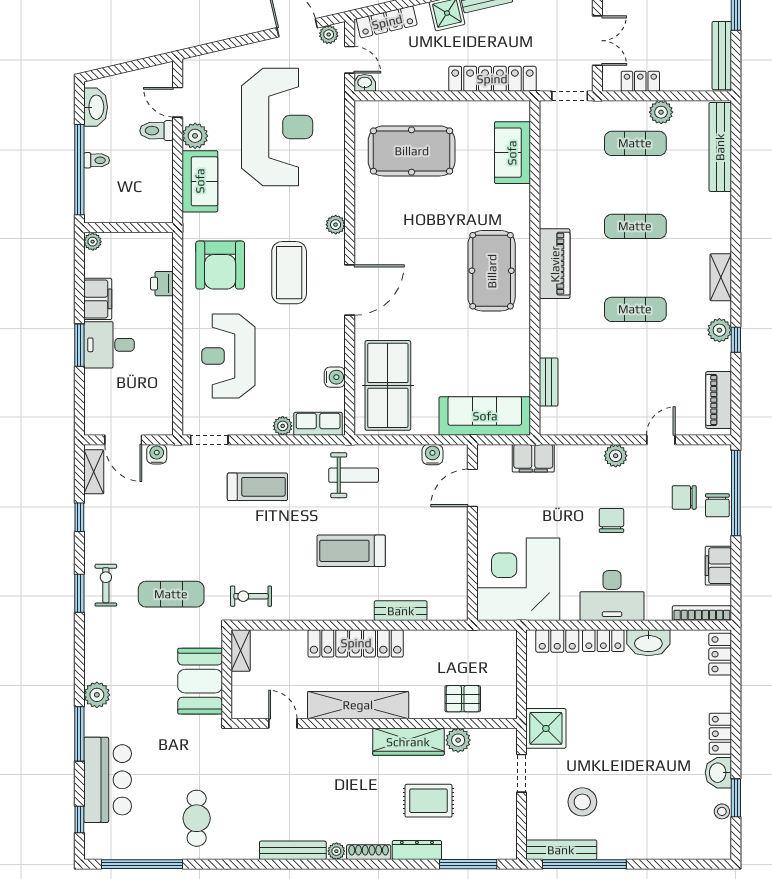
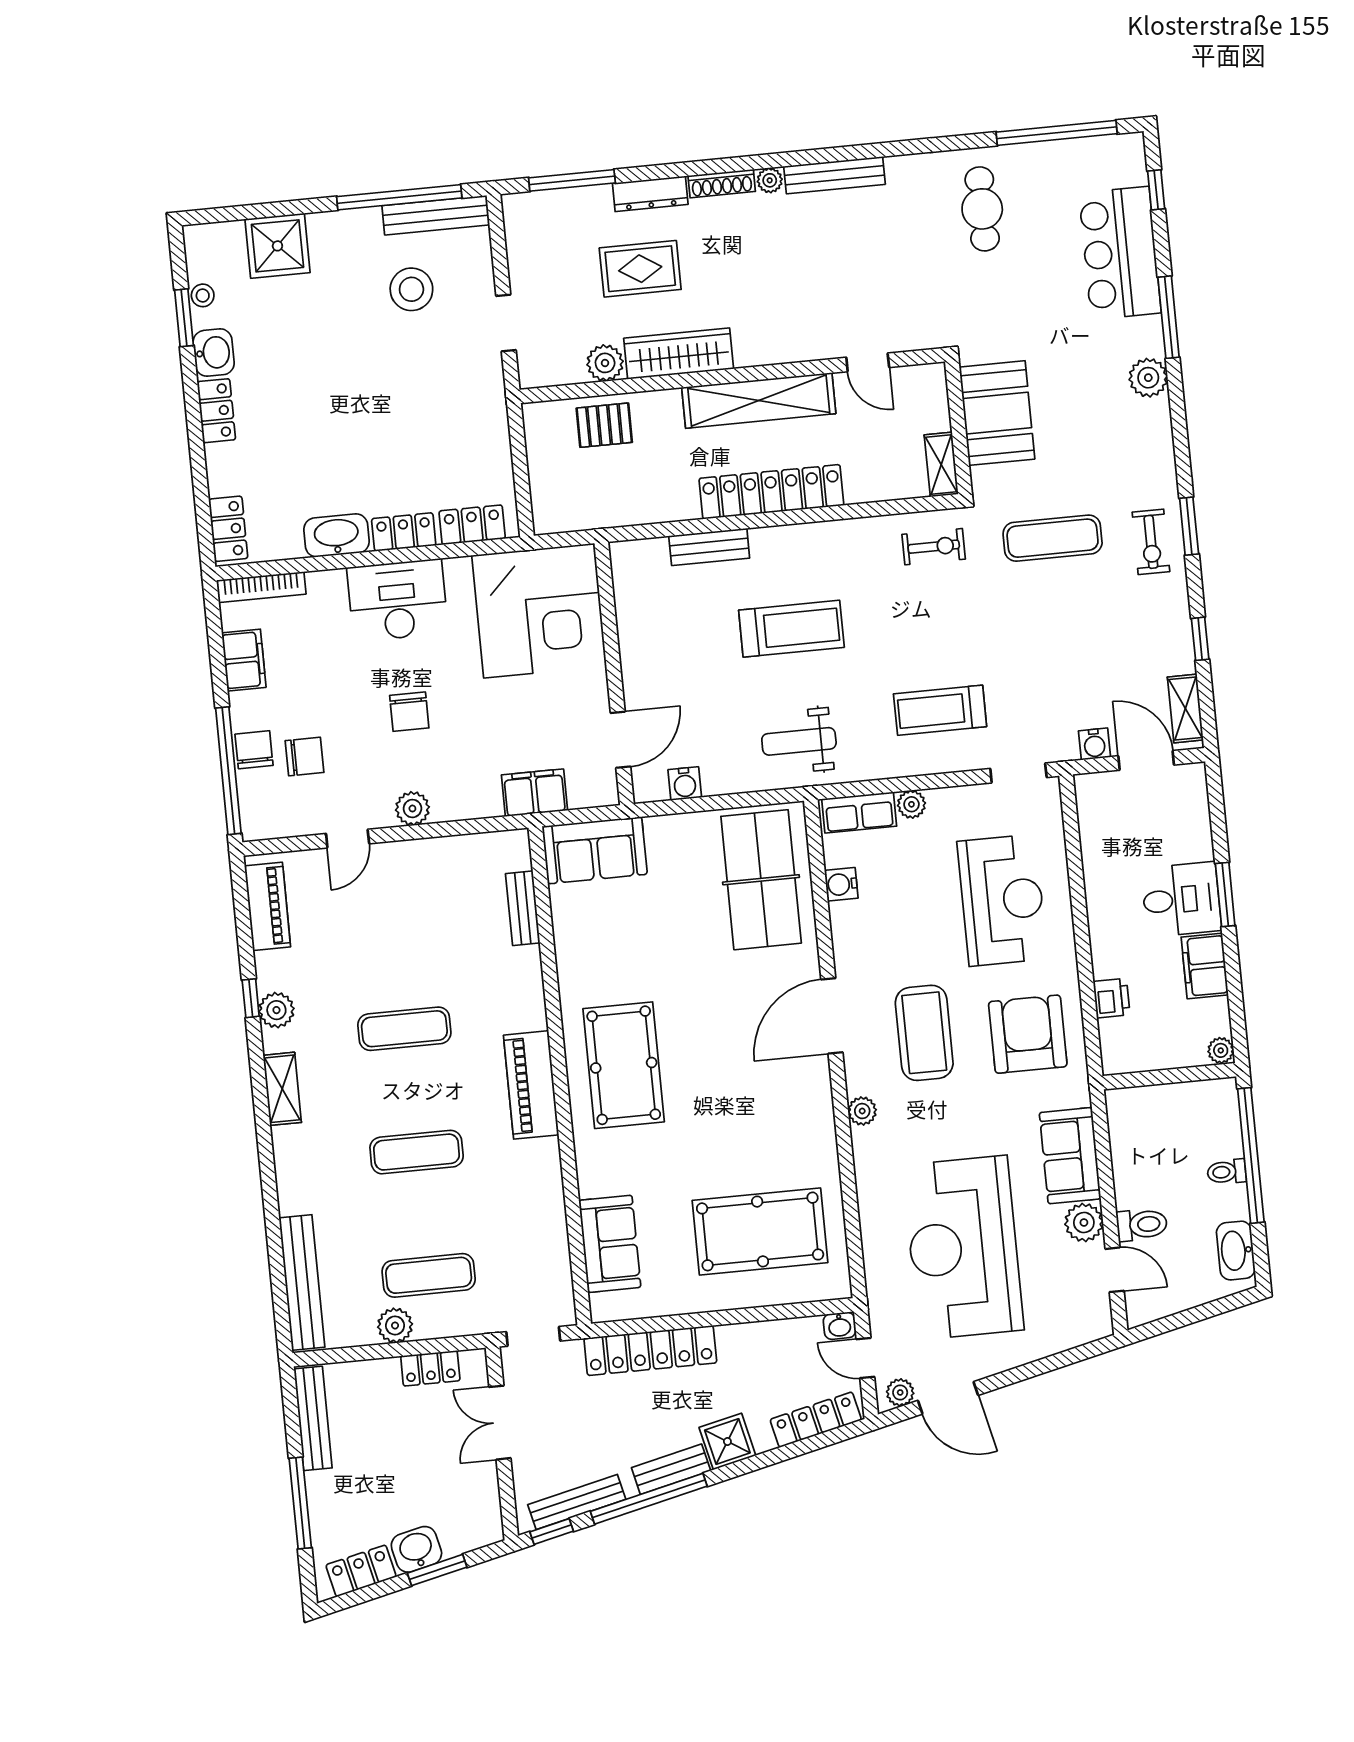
sofa: (485, 416) -> (595, 850), width x0.73
shower: (546, 728) -> (277, 246), moved

